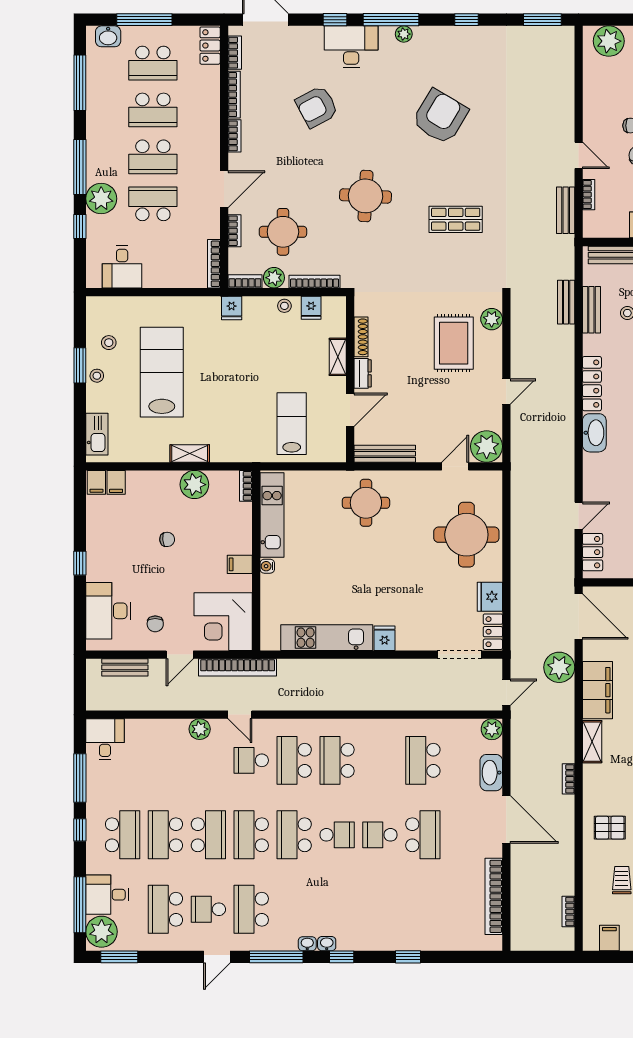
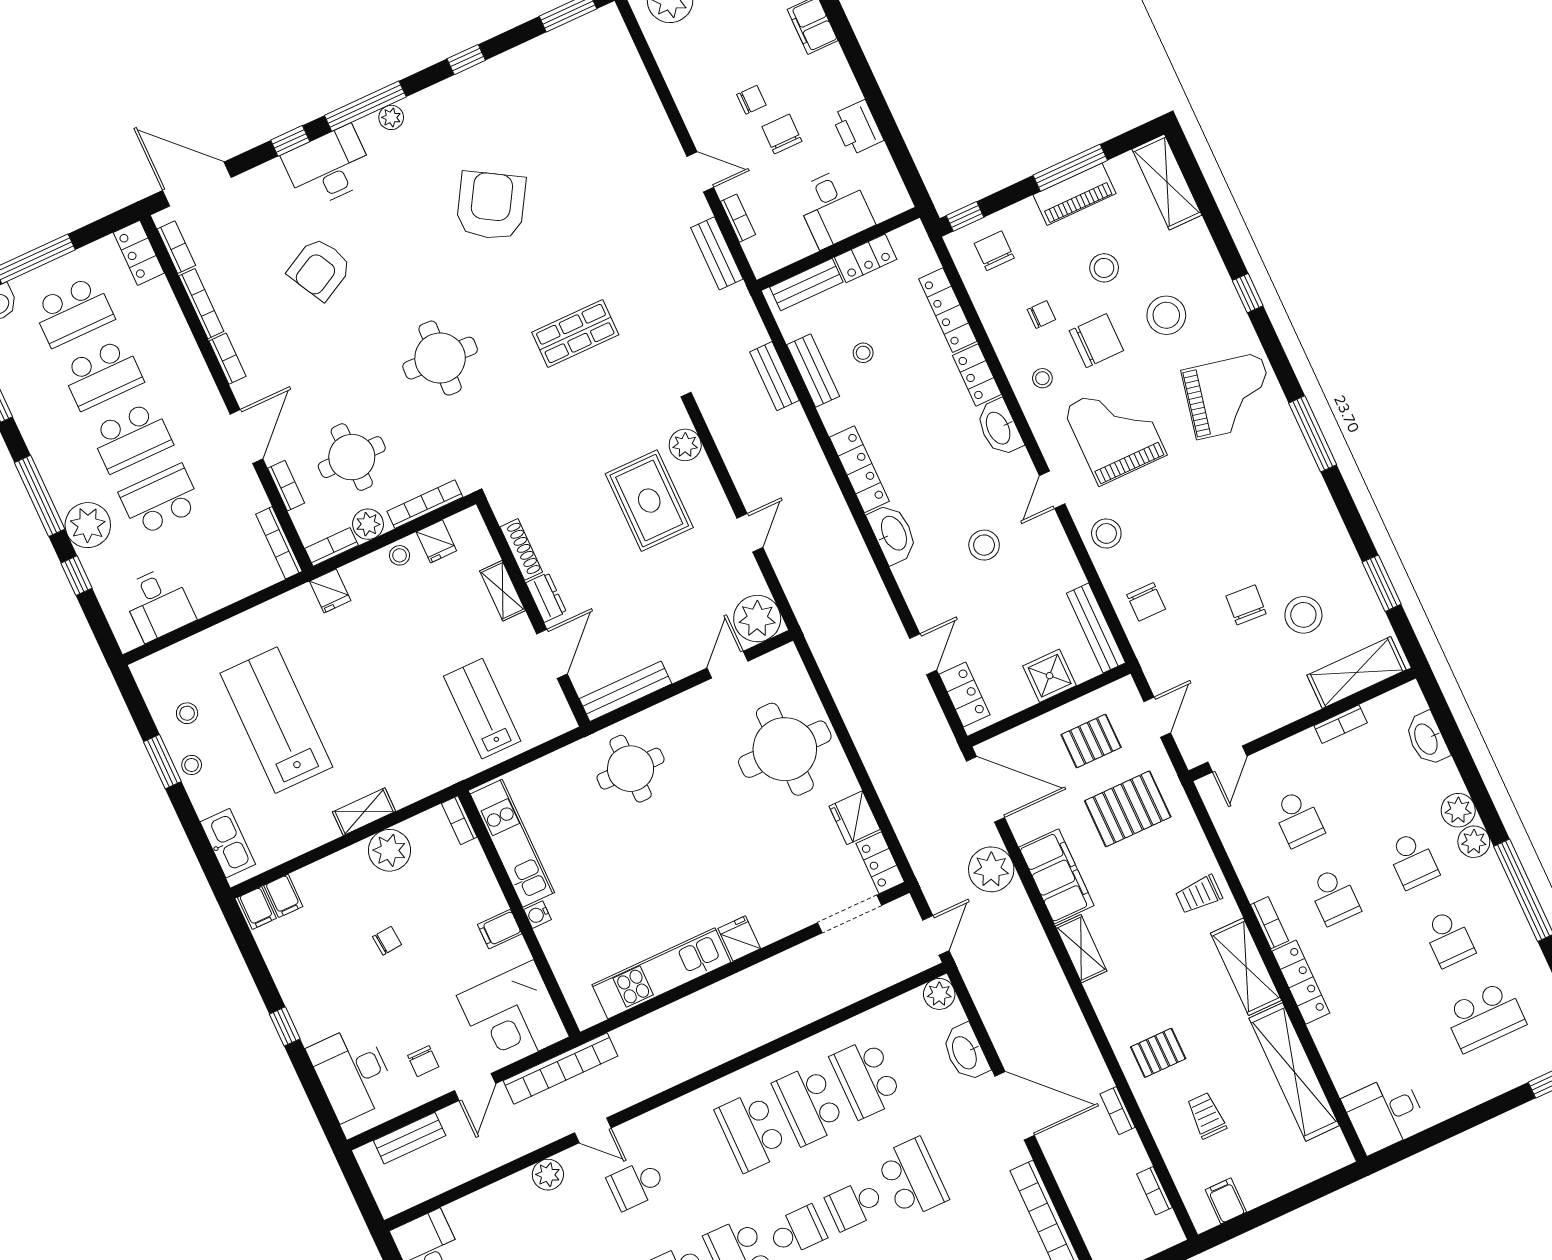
school desk: (294, 760) -> (809, 1105), moved
bookcase: (568, 779) -> (1118, 1111), moved

